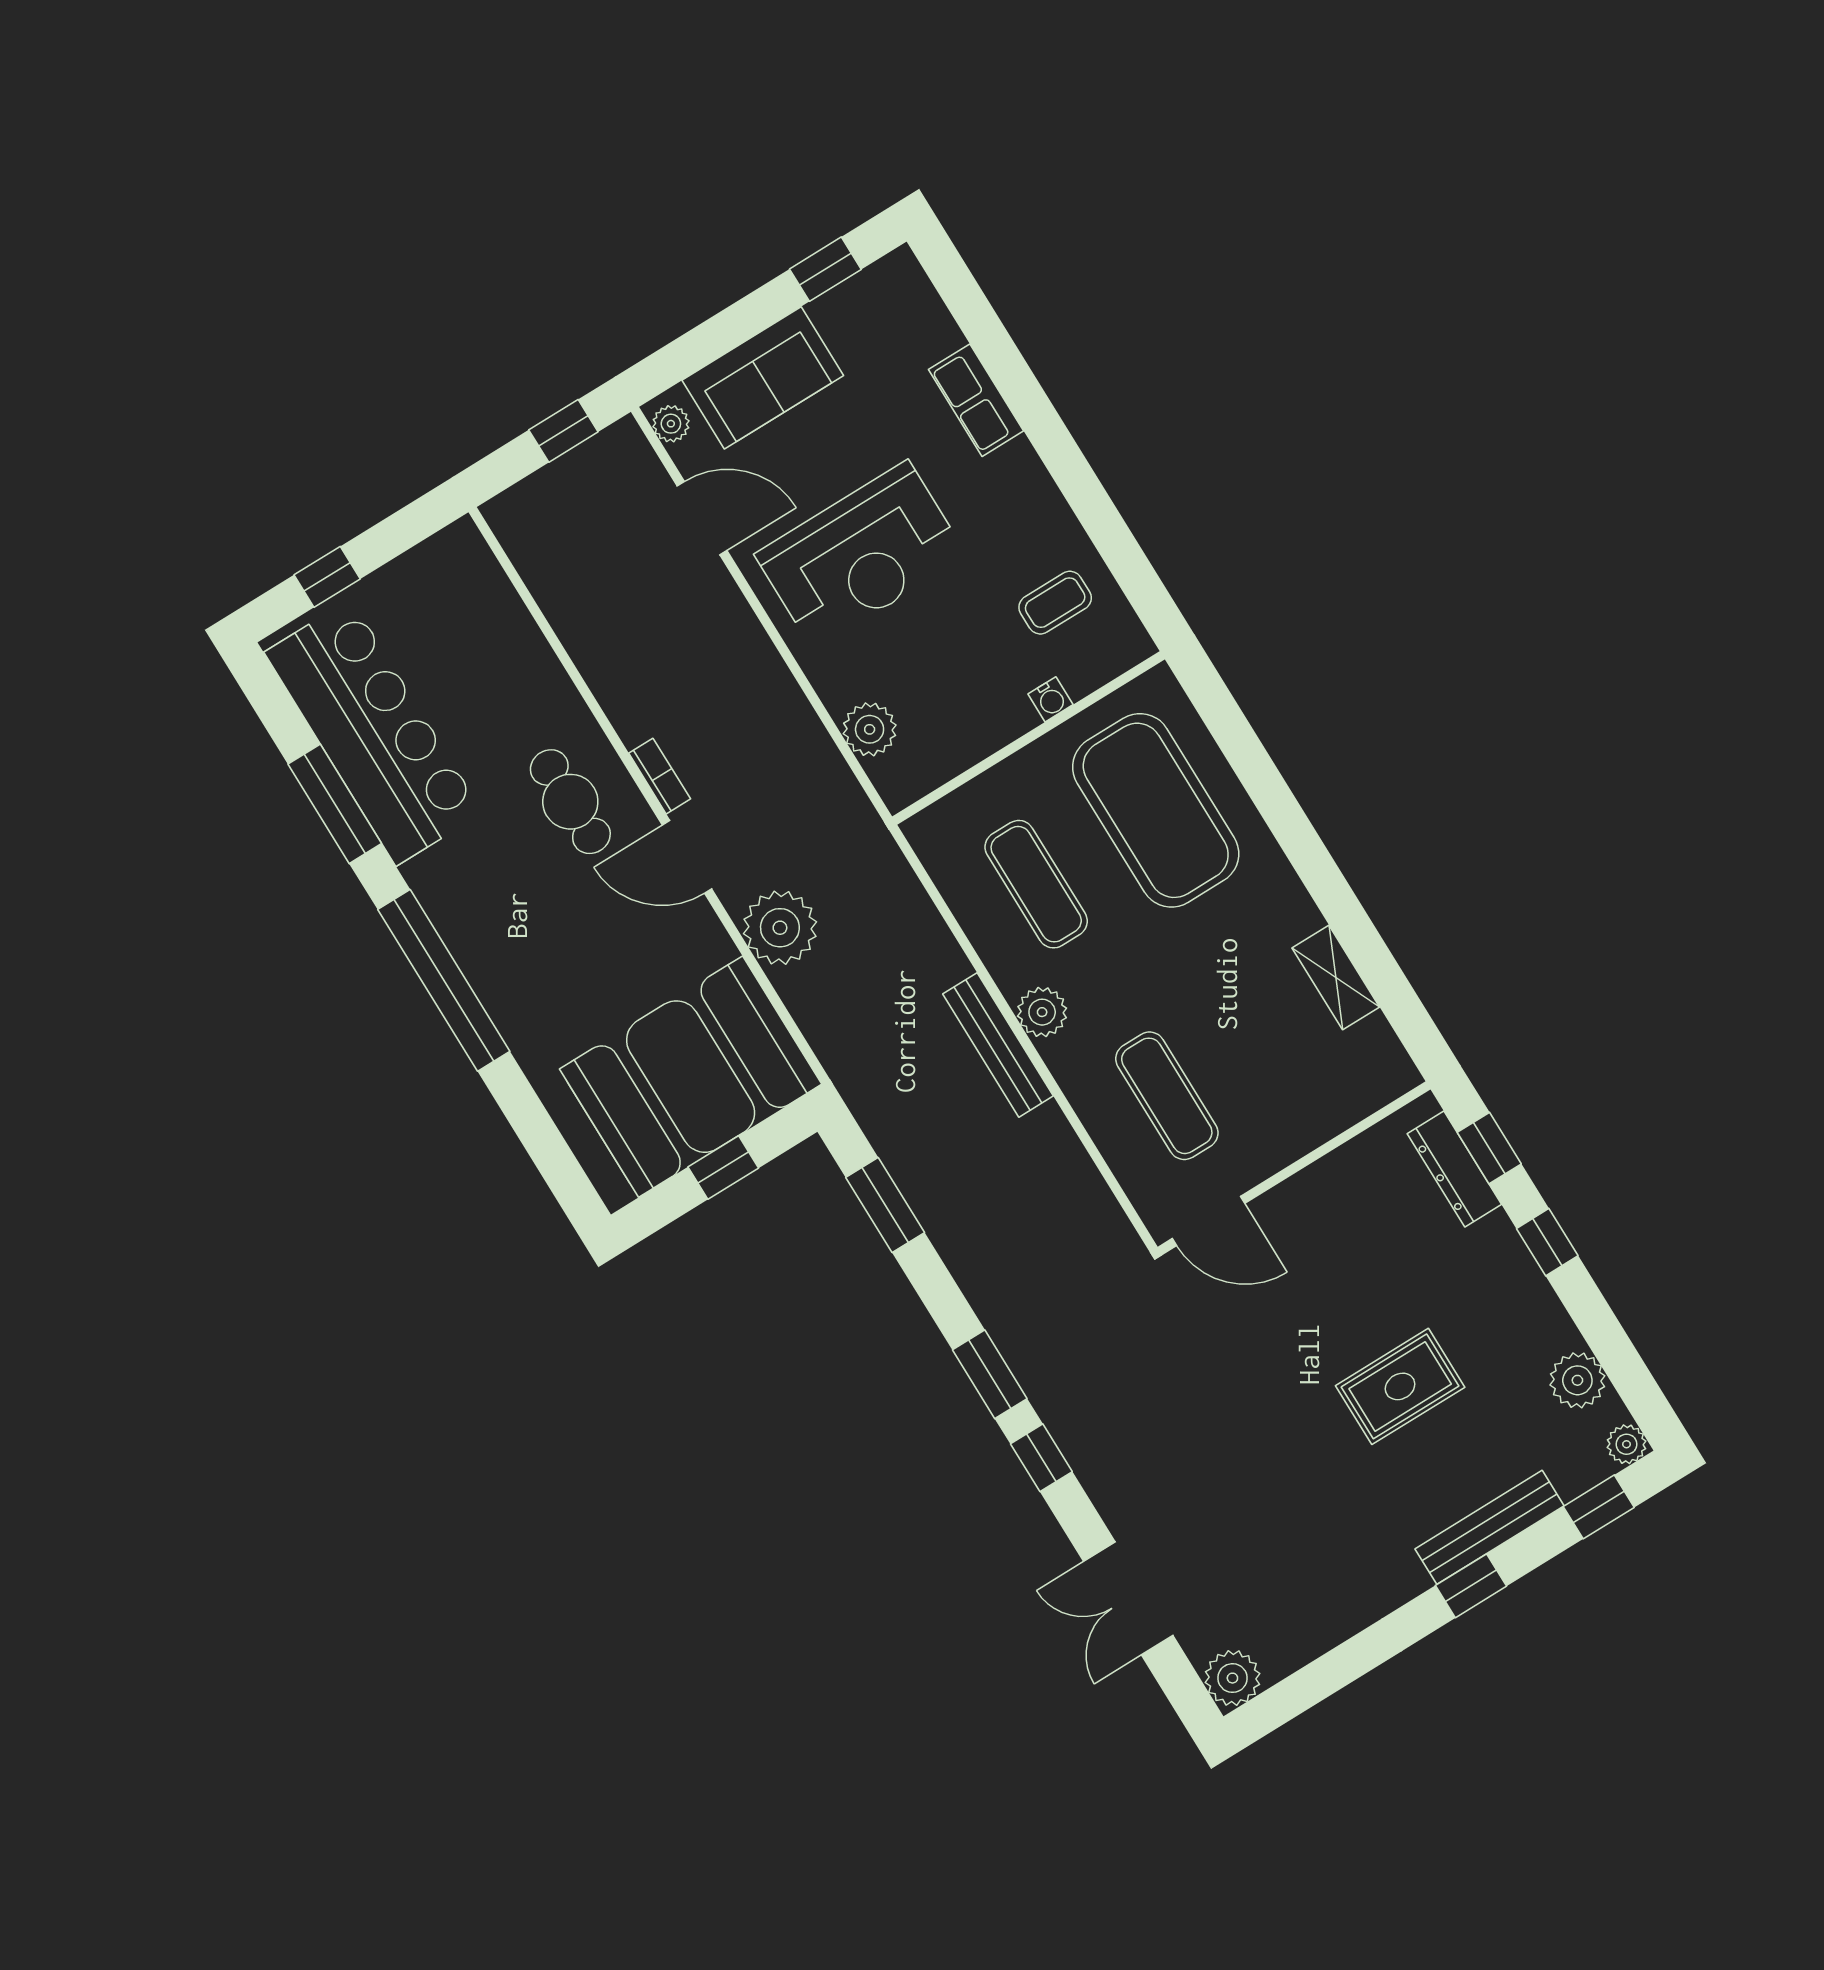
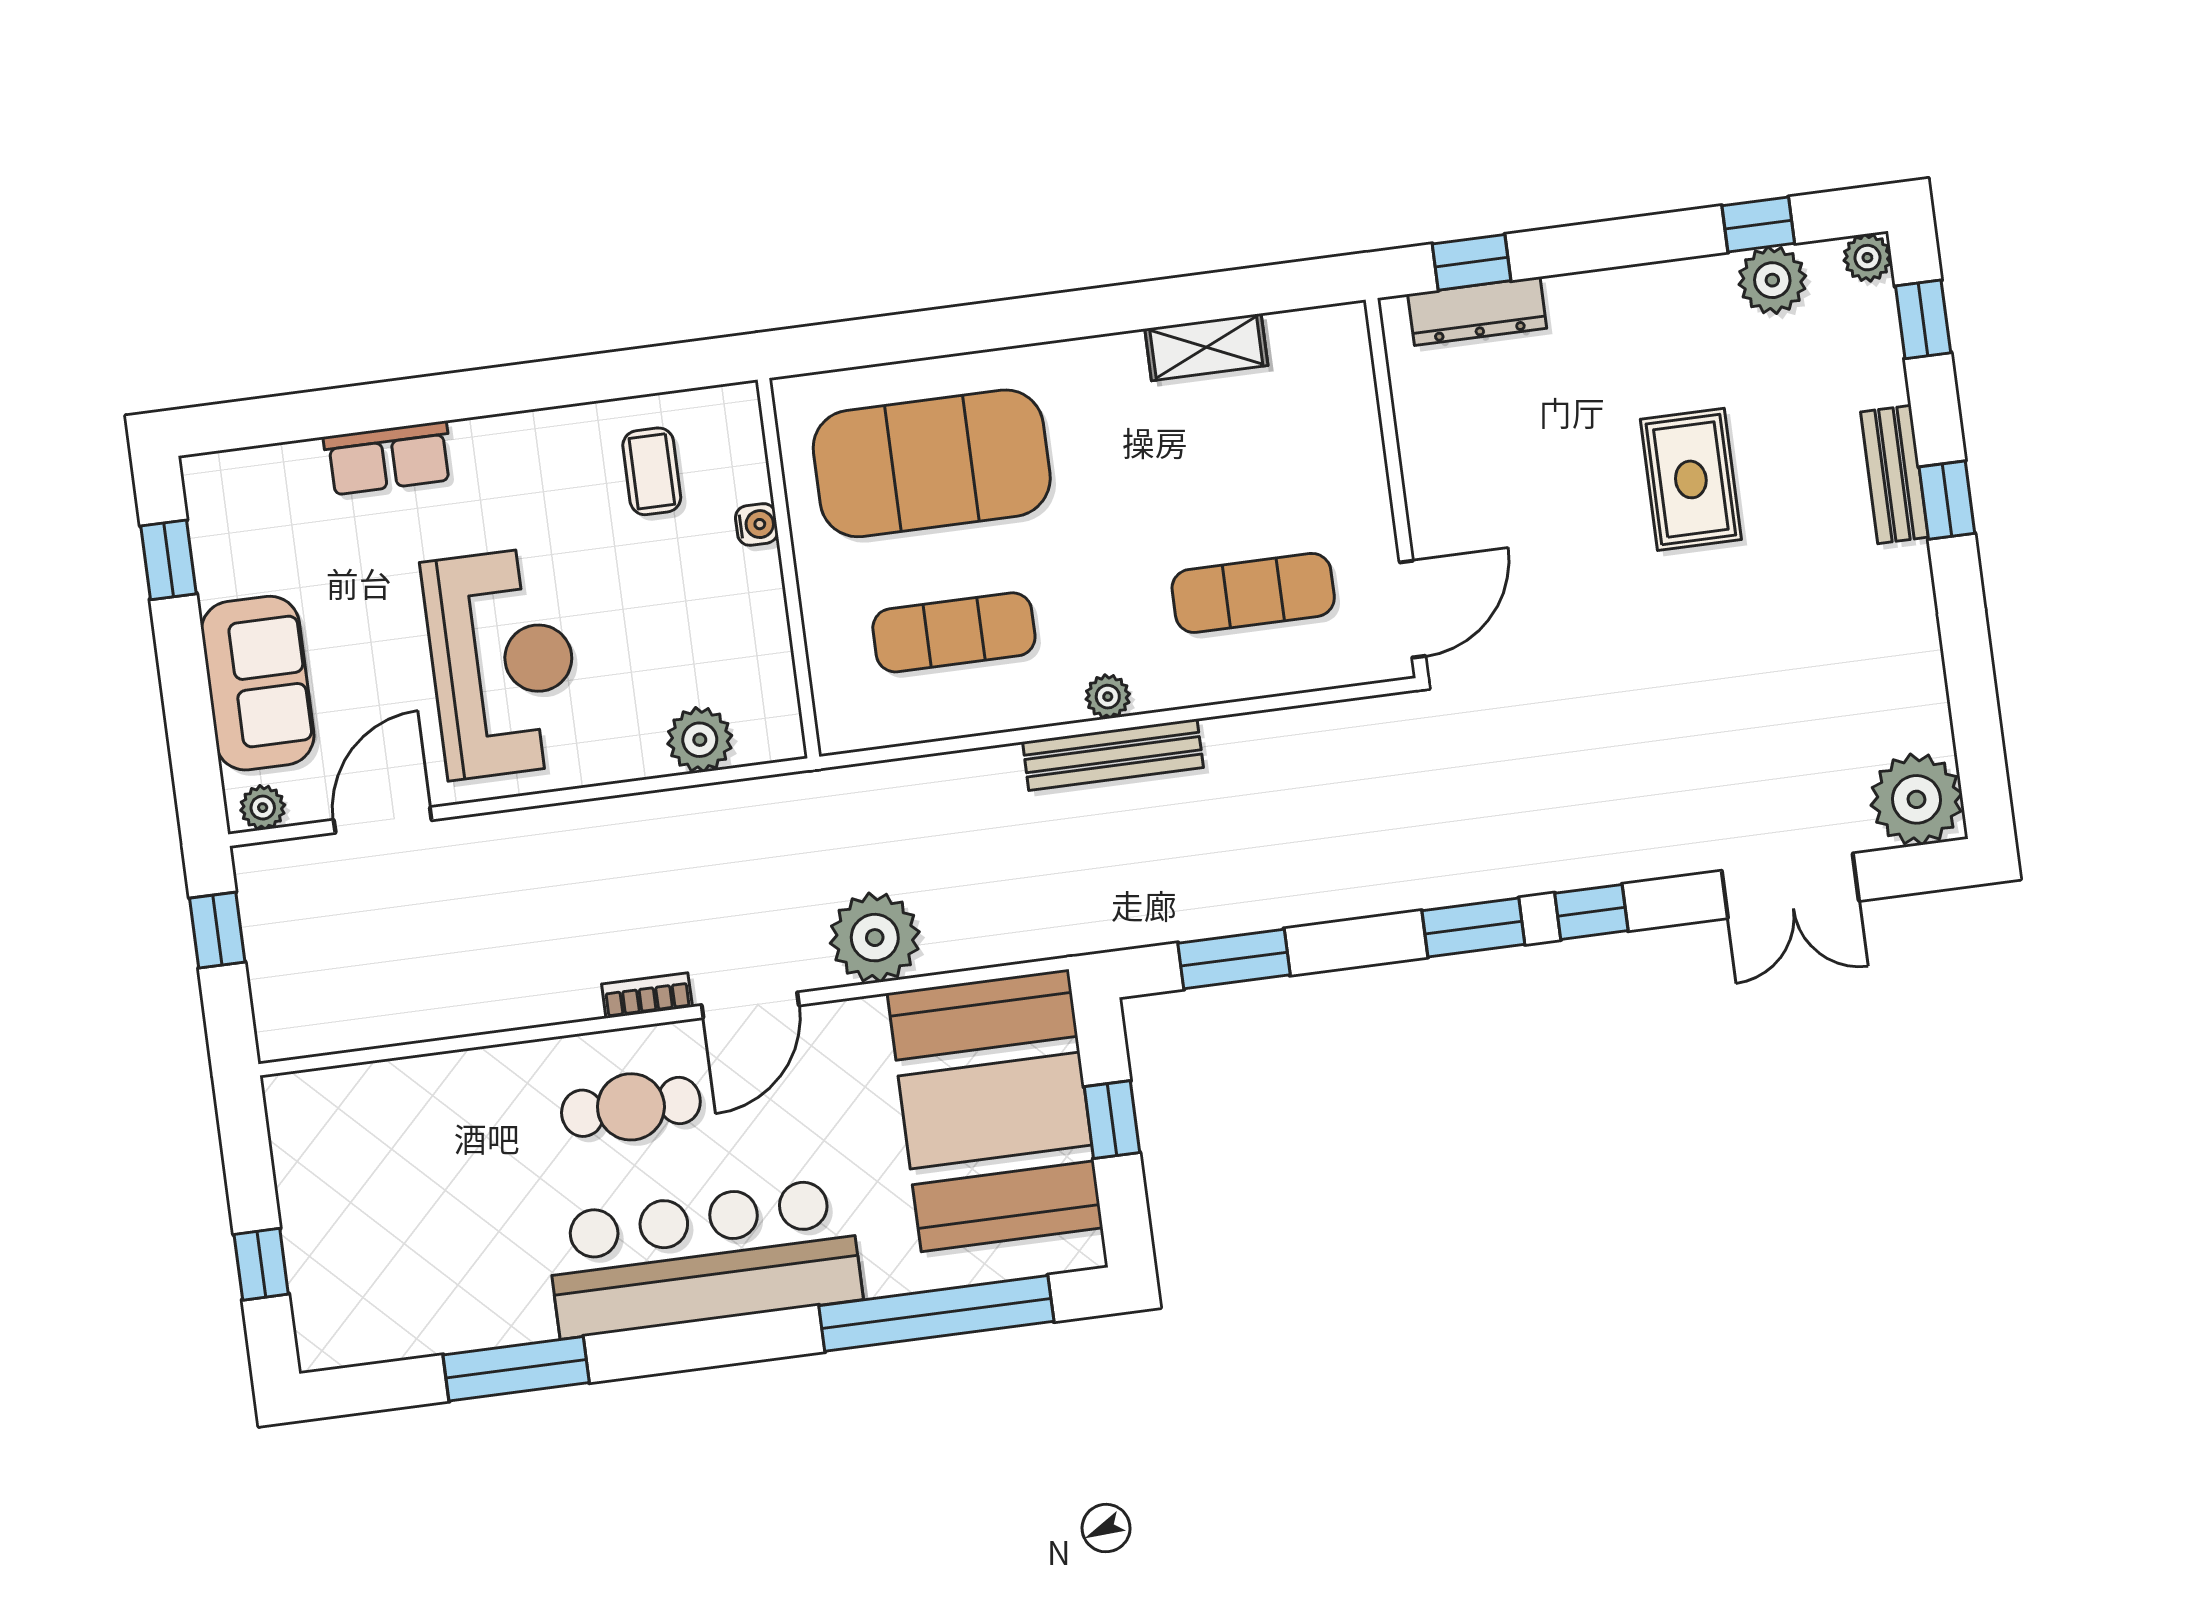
bar counter: (373, 732) -> (704, 1258), moved
window: (444, 980) -> (936, 1313), moved
plant: (1042, 1012) -> (1108, 697), width x0.73, depth x0.73
window: (1547, 1242) -> (1758, 225), moved
bench: (1490, 1527) -> (1894, 474), width x0.73
plant: (1232, 1678) -> (1916, 799), width x1.36, depth x1.36

